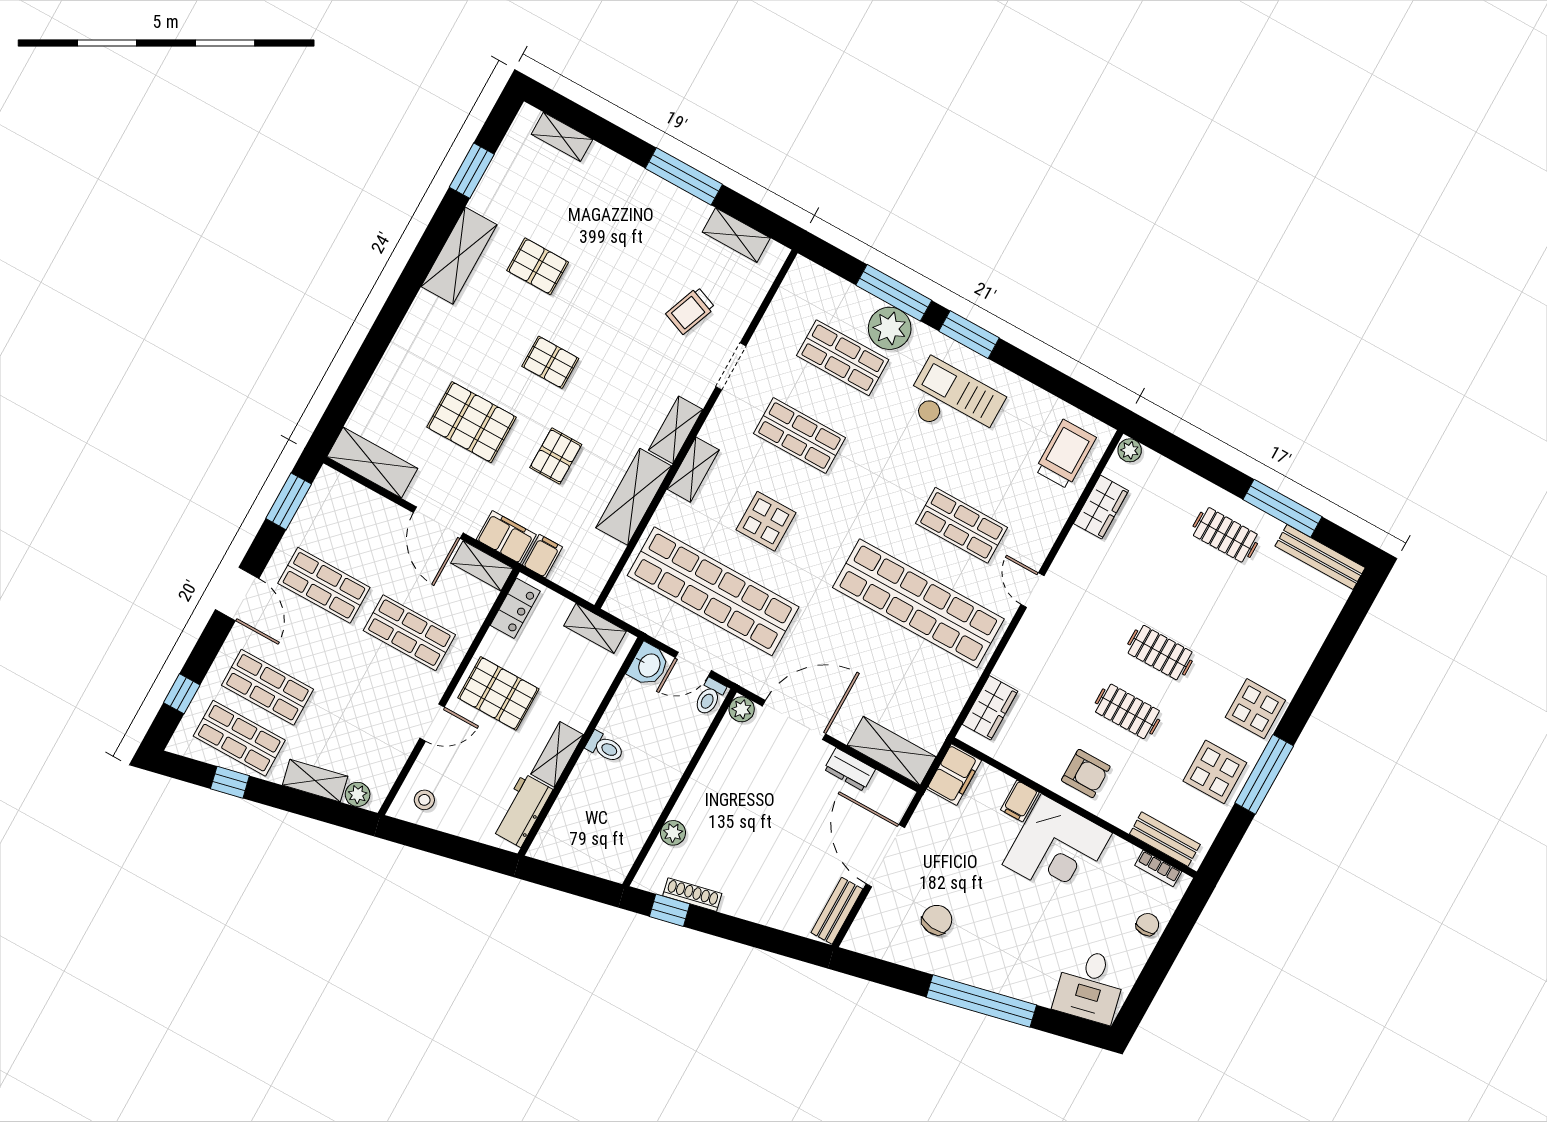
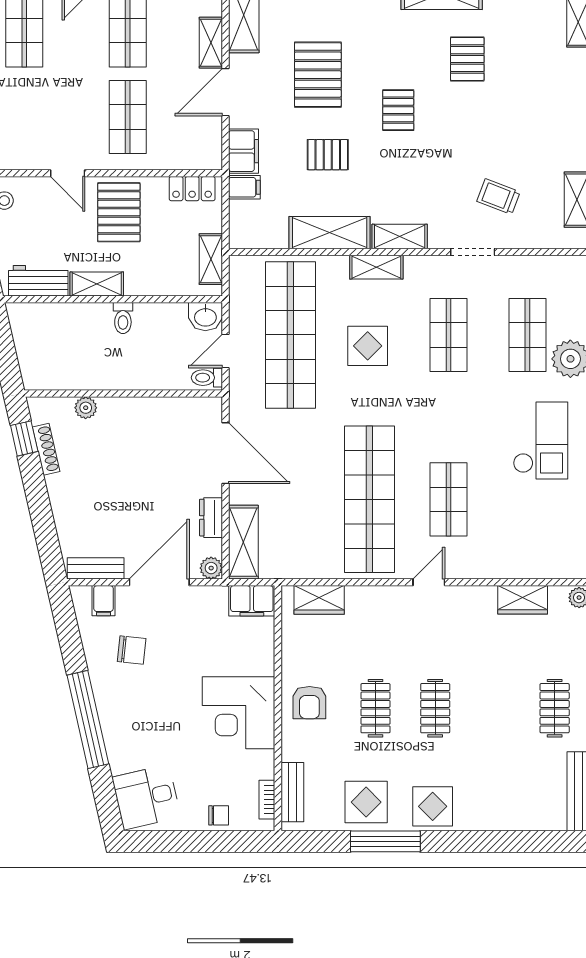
trolley: (1065, 454) -> (549, 549), removed
shelving: (482, 566) -> (211, 43), moved
door: (693, 664) -> (225, 351), hinge flipped
plant: (742, 709) -> (211, 568), moved
filing cabinet: (1020, 801) -> (104, 601), moved, turned -90

